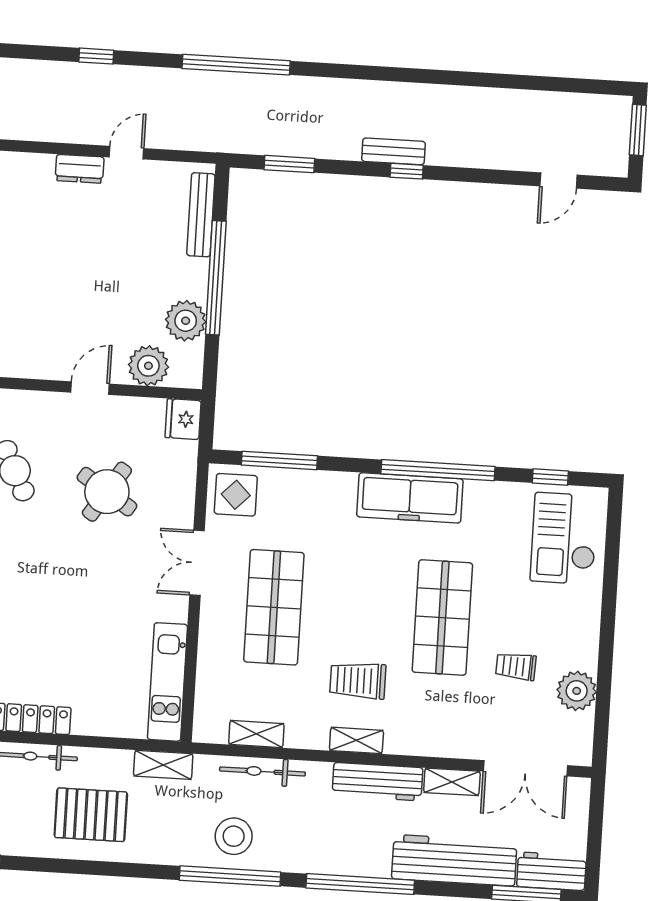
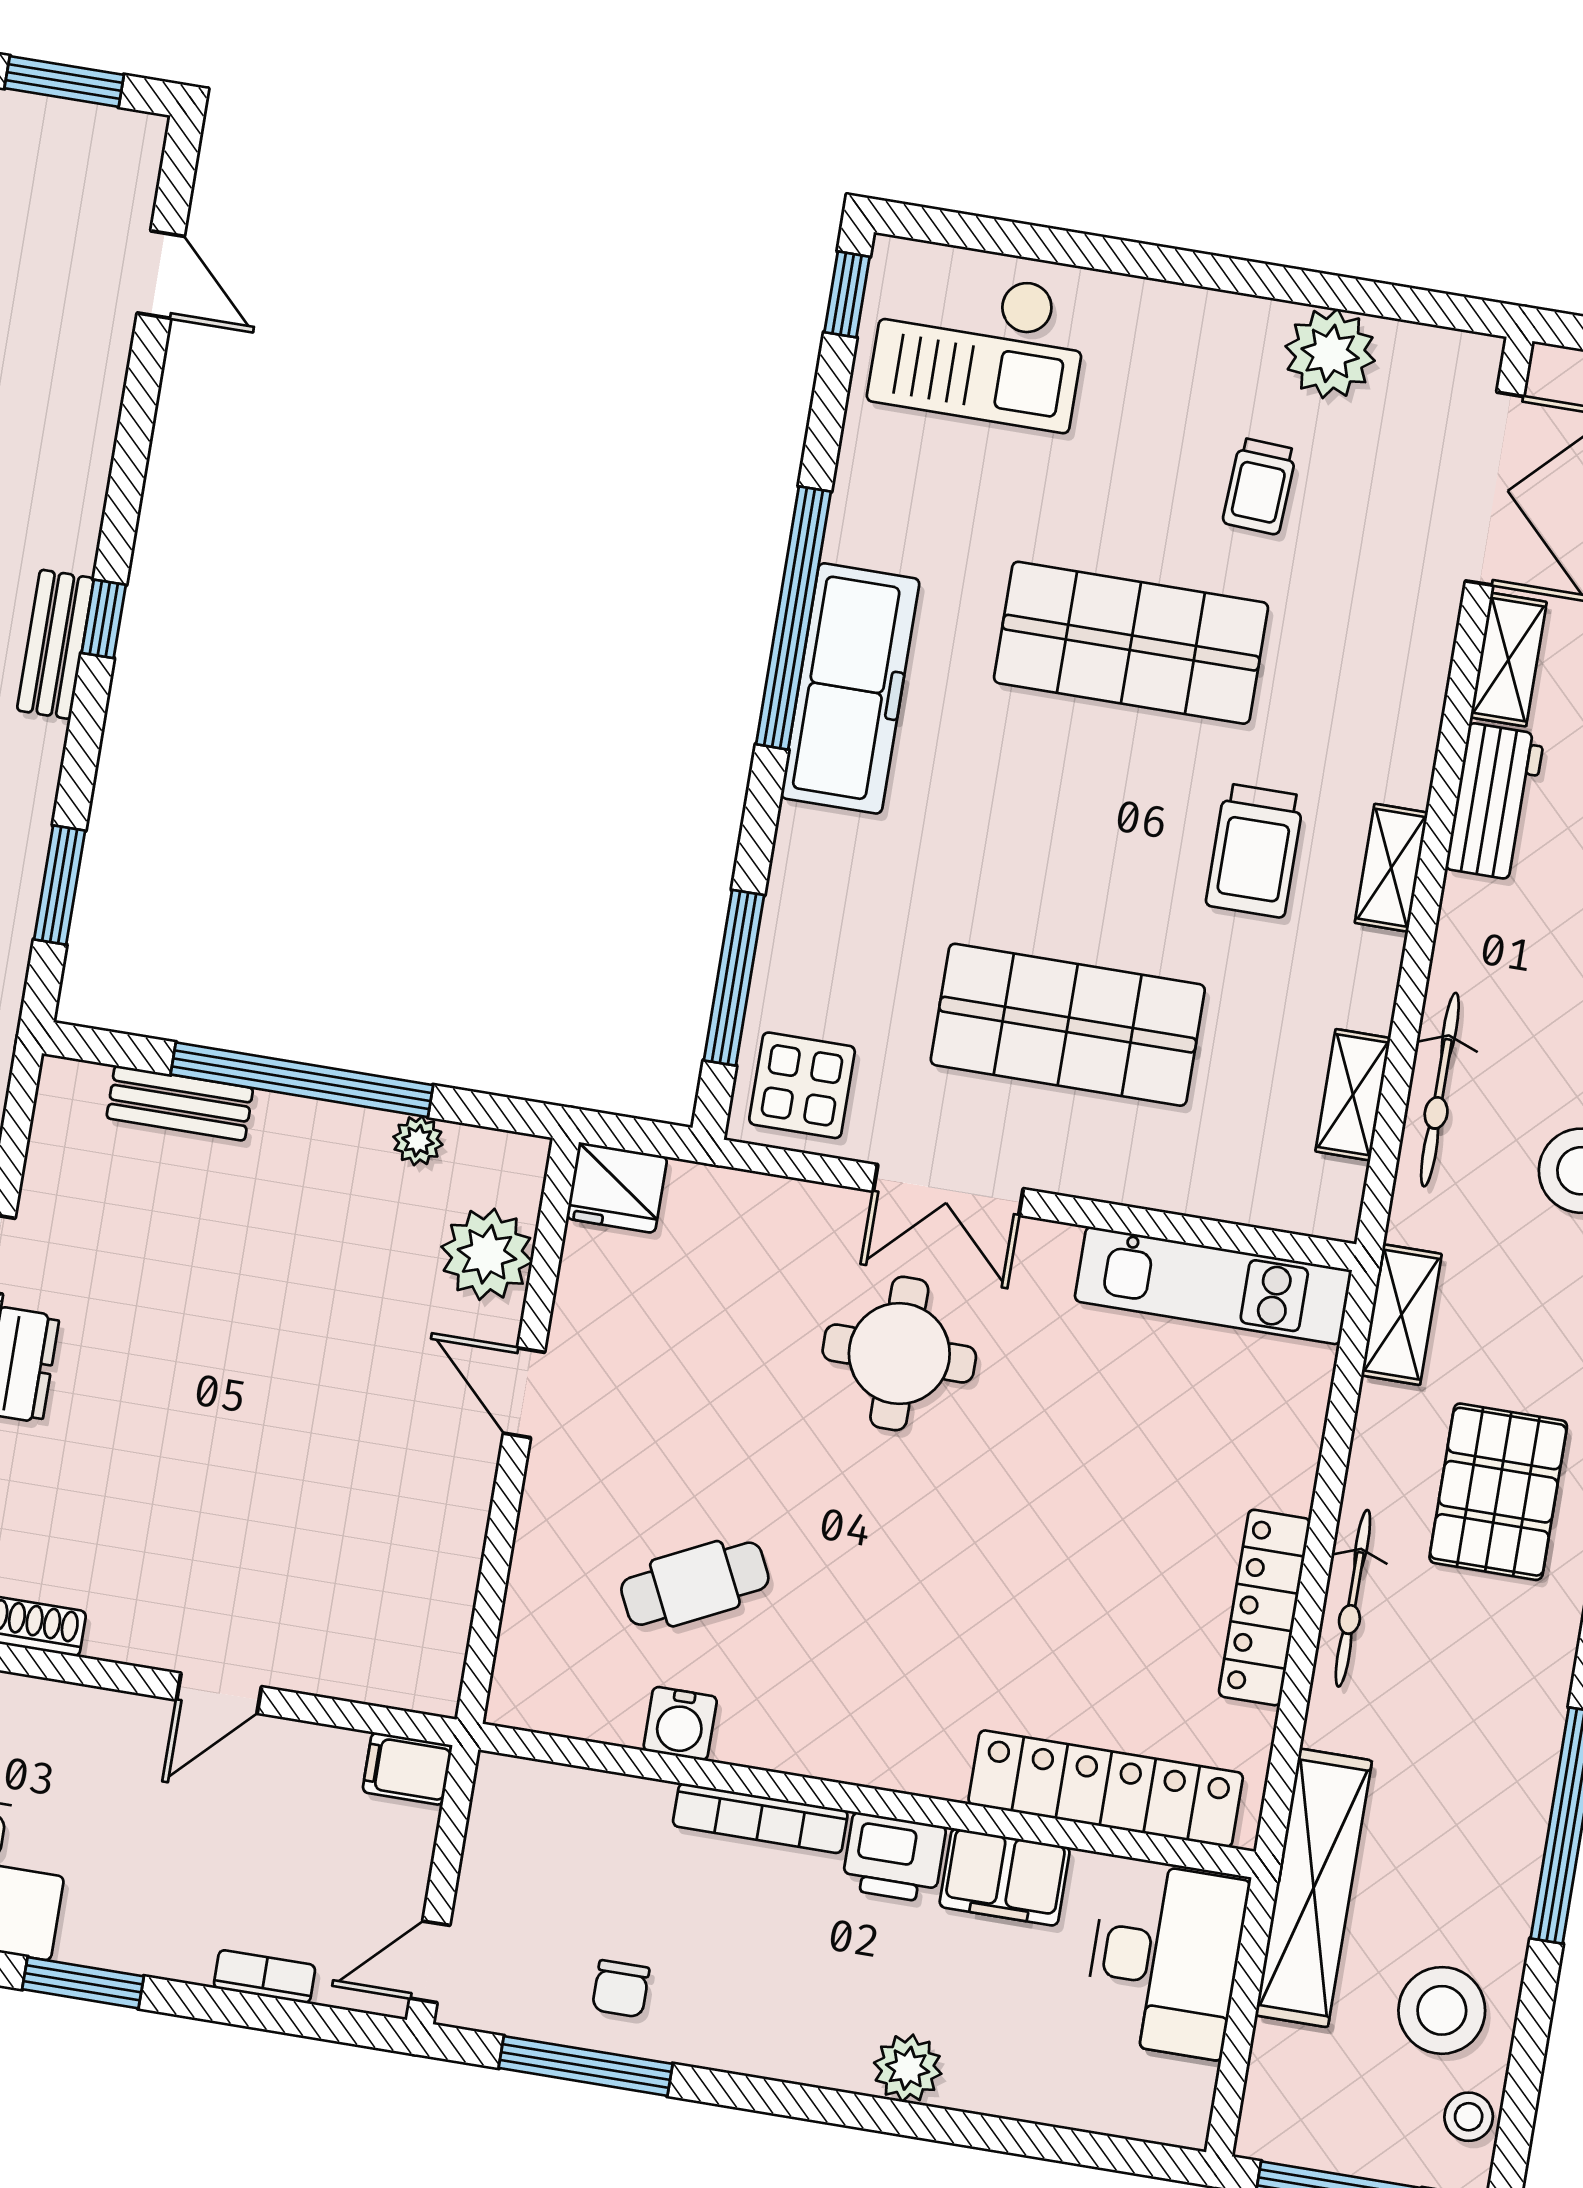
bench: (201, 215) -> (180, 1103), width x0.73
plant: (186, 321) -> (418, 1141), width x0.53, depth x0.53
window: (550, 477) -> (847, 294), moved
round table: (107, 492) -> (899, 1354), moved, turned -33
workbench: (378, 782) -> (1495, 802), width x0.73

